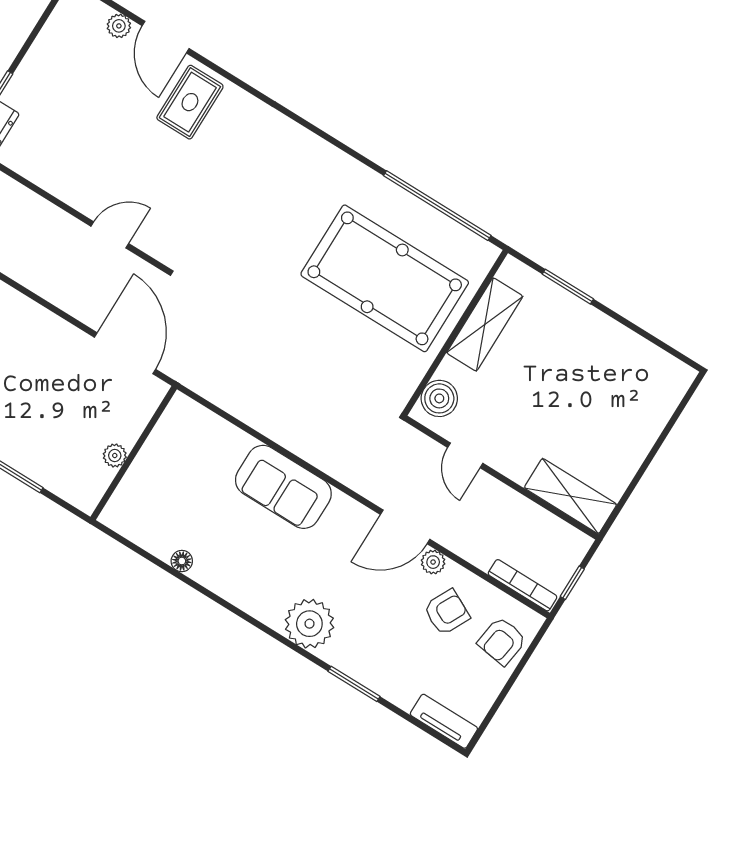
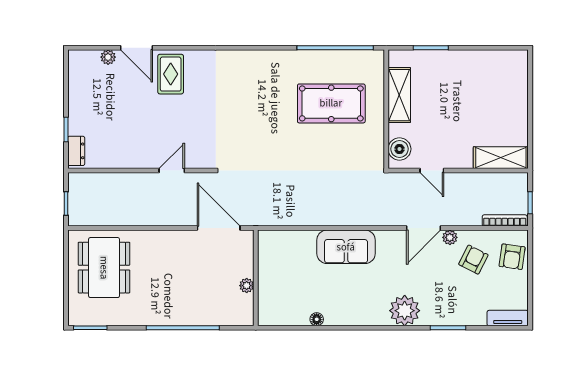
pool table: (385, 278) -> (331, 103), width x0.73, depth x0.76

